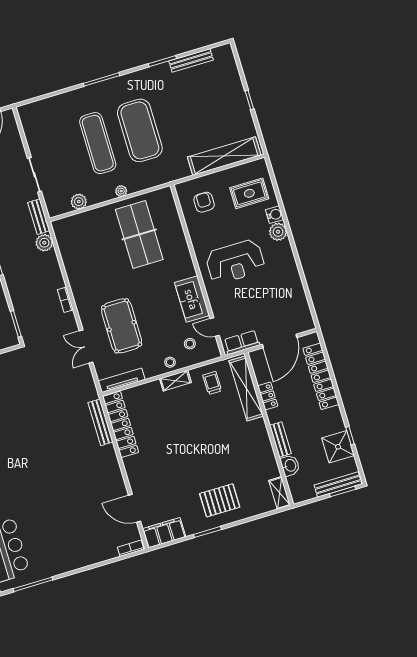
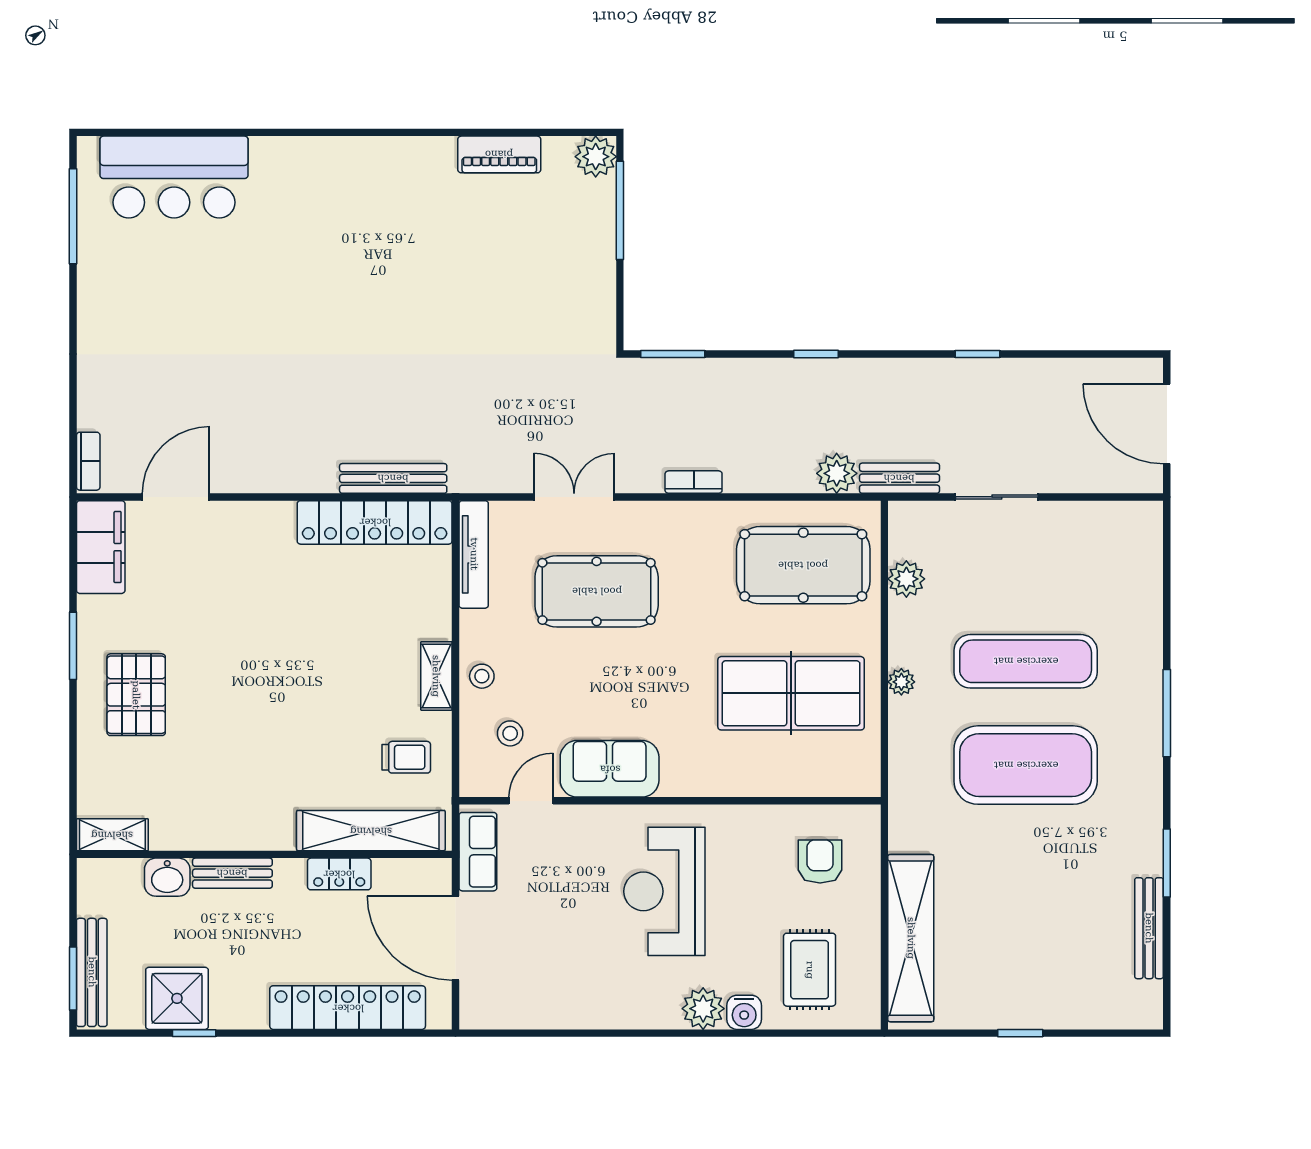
armchair: (204, 202) -> (820, 861), turned -90
pool table: (86, 245) -> (803, 565), added

